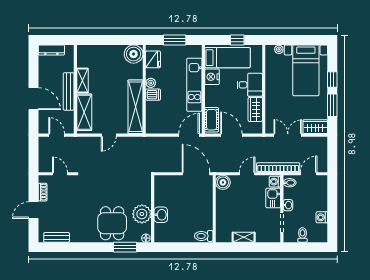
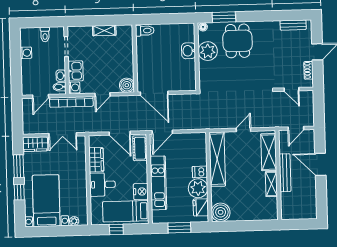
dresser: (51, 50) -> (304, 214), removed
plant: (151, 83) -> (198, 188), width x1.88, depth x1.88
door: (57, 135) -> (296, 128), hinge flipped
washbasin: (288, 205) -> (61, 76), moved

